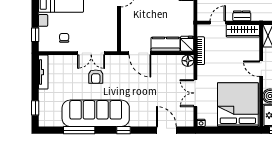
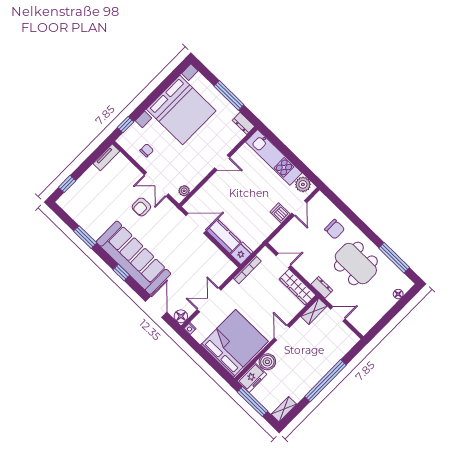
dresser: (242, 16) -> (322, 287), moved
plant: (113, 40) -> (184, 191), added
door: (140, 53) -> (196, 223), swing flipped
floor lamp: (188, 61) -> (181, 316), moved
tv unit: (43, 72) -> (106, 157), width x0.71
sofa: (96, 113) -> (134, 258), moved
window: (79, 130) -> (85, 237), width x0.69

